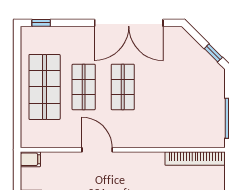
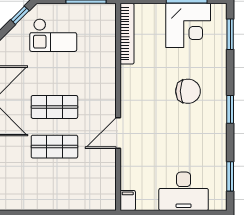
checkout: (194, 86) -> (53, 35), added
shop shelf: (45, 87) -> (54, 186), removed

